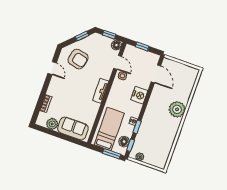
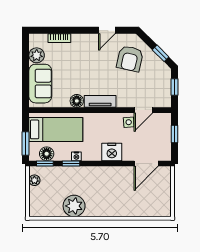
floor lamp: (116, 45) -> (77, 101), moved
plant: (177, 109) -> (74, 206), moved

